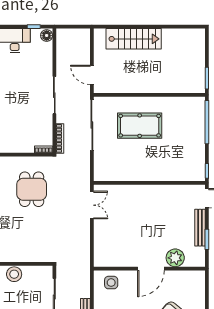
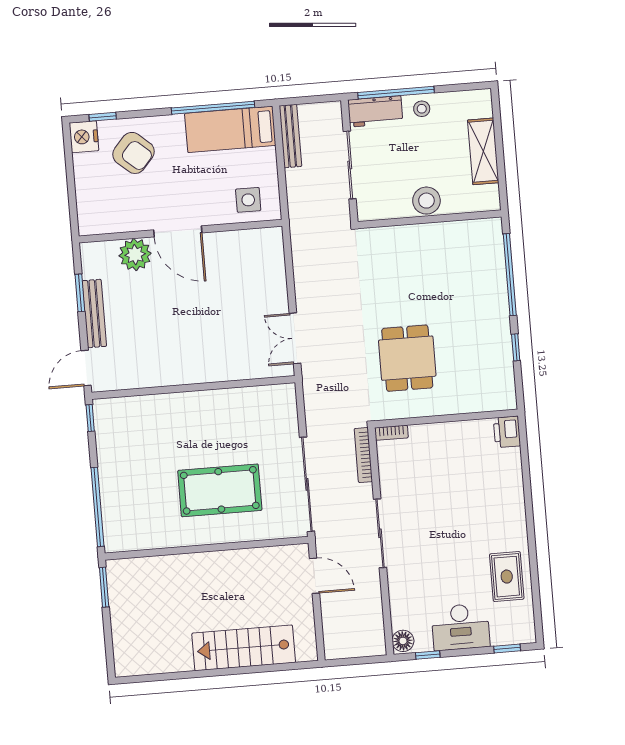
door: (151, 269) -> (178, 231), swing flipped

